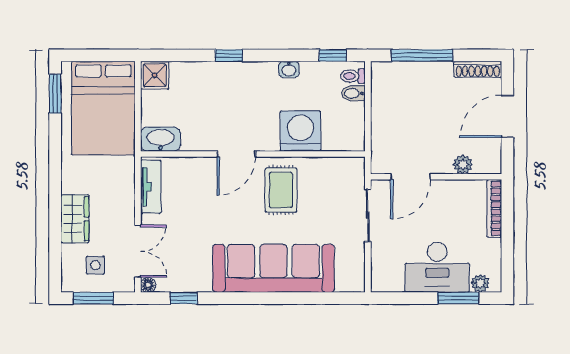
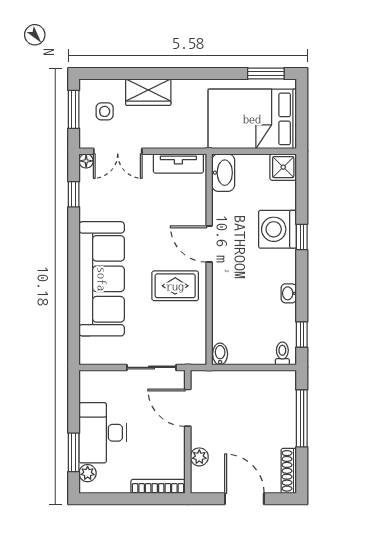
bidet: (353, 93) -> (220, 354), moved
washing machine: (300, 131) -> (277, 229), moved, turned 180

